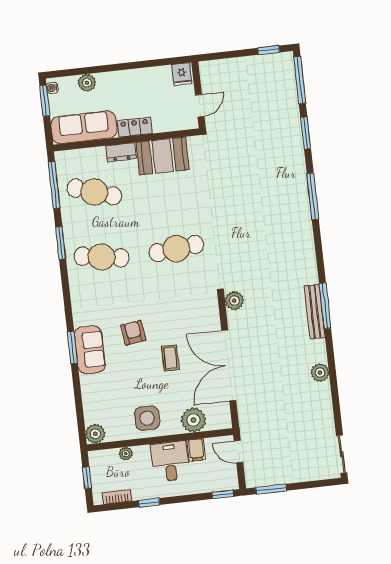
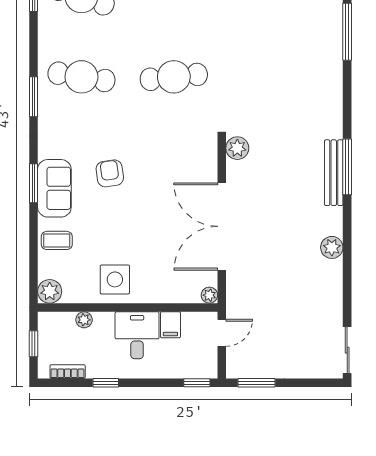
window: (61, 243) -> (34, 97), moved
coffee table: (170, 358) -> (57, 240), moved, turned 90
plant: (193, 420) -> (209, 295), moved, width x0.53, depth x0.53
door: (238, 452) -> (222, 333), swing flipped

